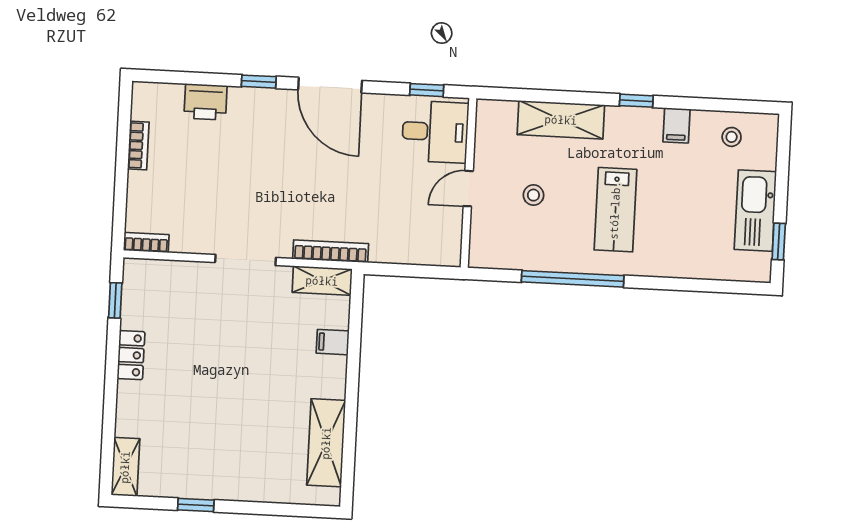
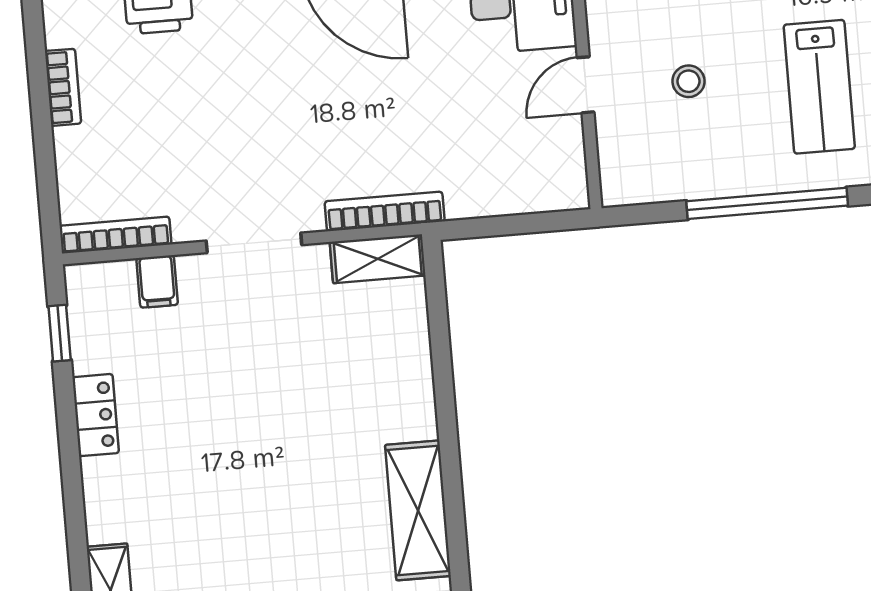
bookcase: (146, 243) -> (116, 235), width x1.56
filing cabinet: (333, 342) -> (157, 281), moved, turned -90

